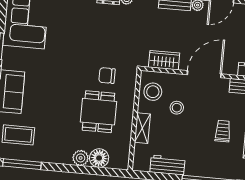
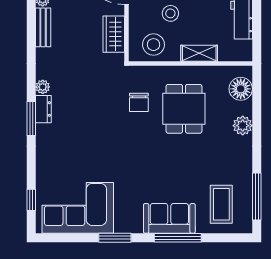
dining table: (98, 112) -> (184, 109), turned 90
floor lamp: (99, 158) -> (241, 89), moved

